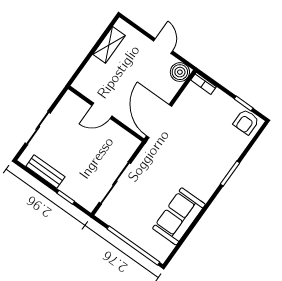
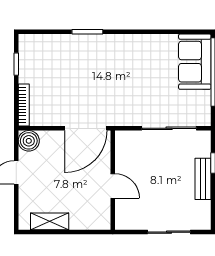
bookcase: (204, 83) -> (24, 105), width x1.56
armchair: (246, 122) -> (31, 50), removed
bench: (45, 172) -> (203, 179), moved
sofa: (179, 216) -> (195, 62), moved, turned 90

